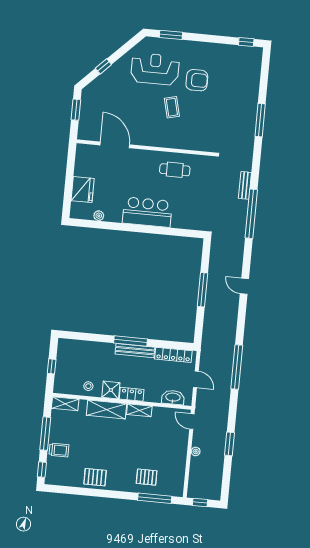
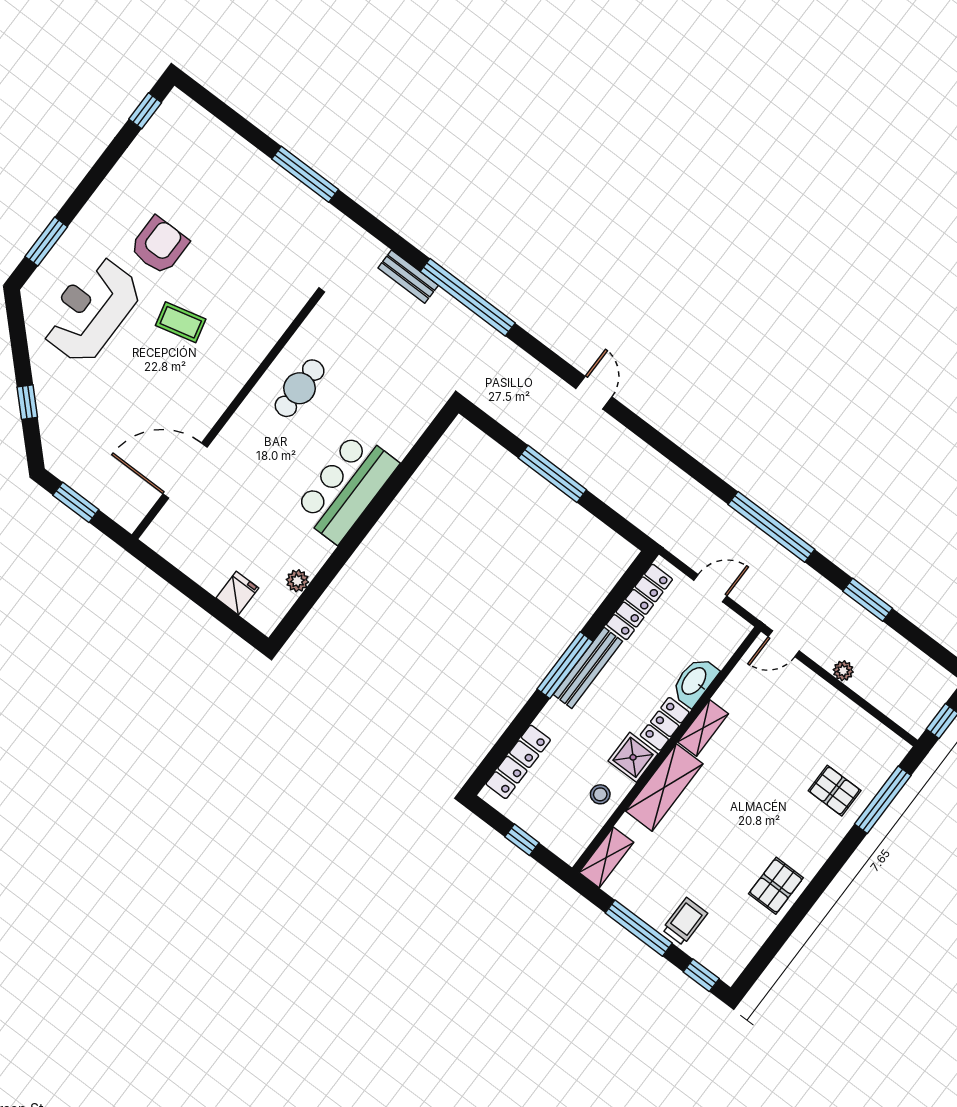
fridge: (83, 190) -> (237, 593), width x0.53, depth x0.75
door: (244, 286) -> (594, 393), swing flipped
locker: (81, 346) -> (518, 762), added
window: (237, 367) -> (771, 527), moved
washbasin: (173, 397) -> (695, 682), moved
pallet: (147, 477) -> (835, 791), turned 90

